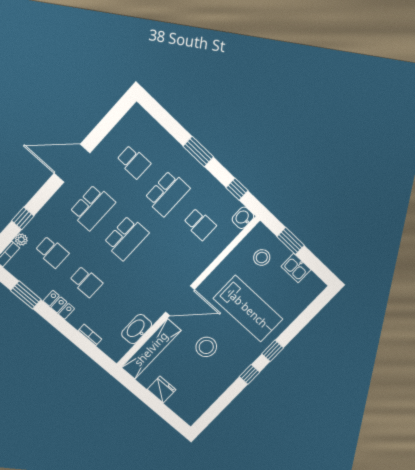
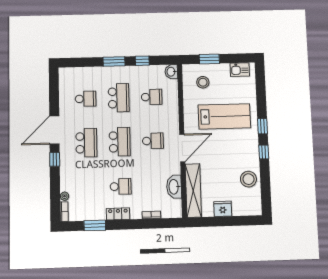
window: (237, 189) -> (142, 61), moved
window: (23, 218) -> (55, 159), moved
school desk: (52, 252) -> (153, 141), moved
kitchen sink: (296, 268) -> (240, 70), moved
stool: (206, 347) -> (248, 179), moved

